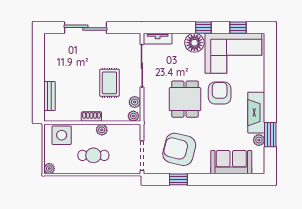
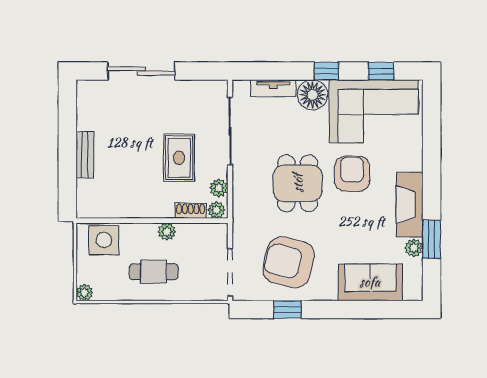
tv unit: (158, 39) -> (273, 88), moved
bench: (50, 96) -> (85, 155), moved
shoe rack: (91, 117) -> (191, 211), moved

